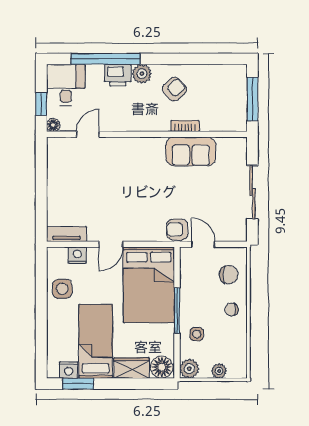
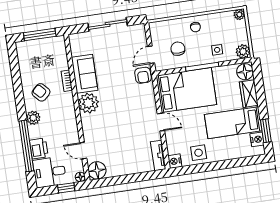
printer: (118, 75) -> (39, 148), moved
floor lamp: (59, 149) -> (97, 170), added
plant: (151, 151) -> (88, 103), added
nightstand: (77, 255) -> (175, 161), moved
chair: (229, 275) -> (178, 49), moved
plant: (219, 371) -> (239, 14), moved

